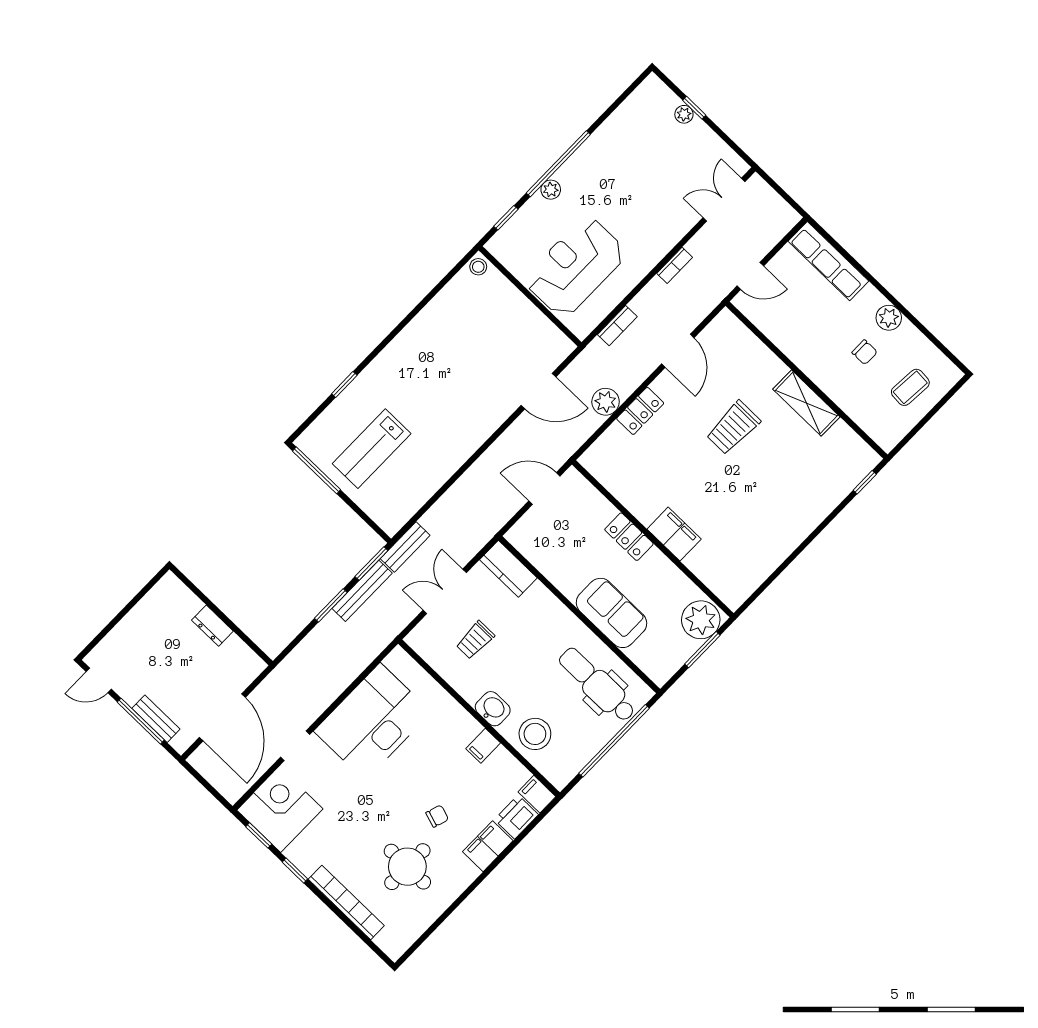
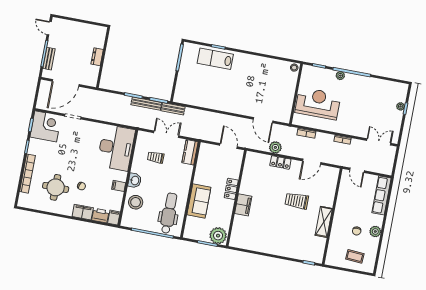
lab bench: (372, 449) -> (215, 59), moved
desk: (373, 722) -> (116, 148), moved, turned 90

